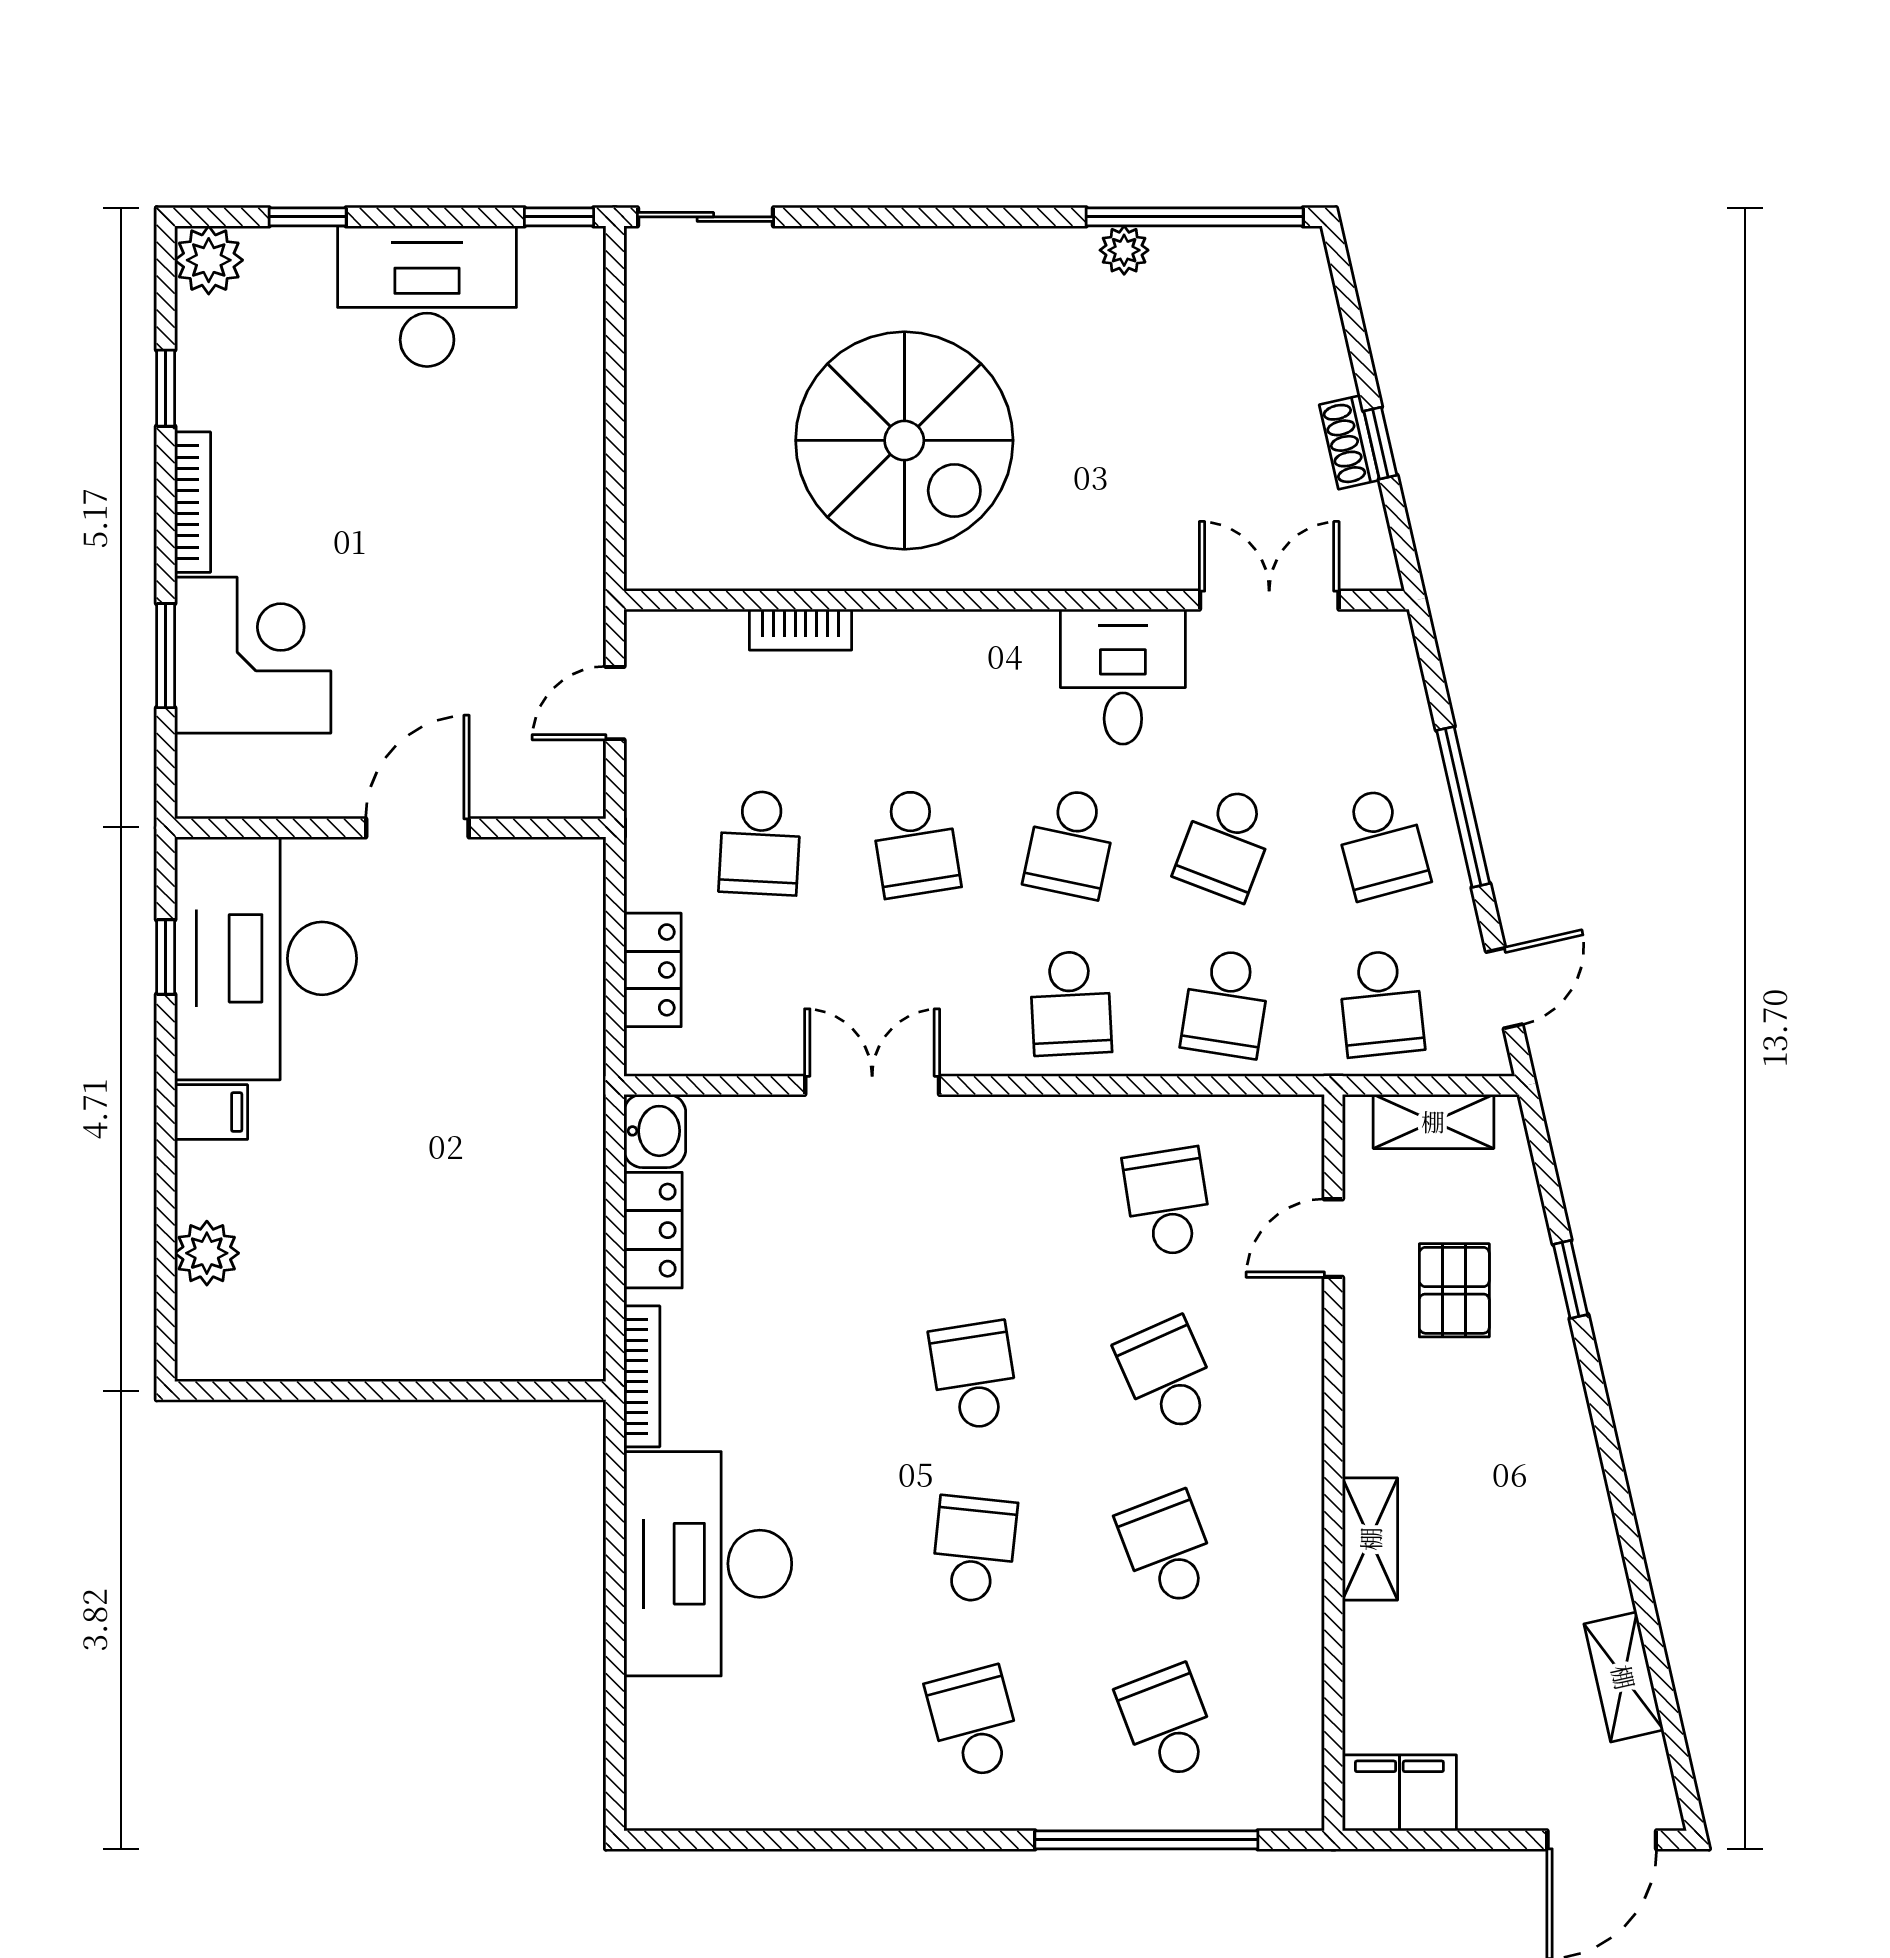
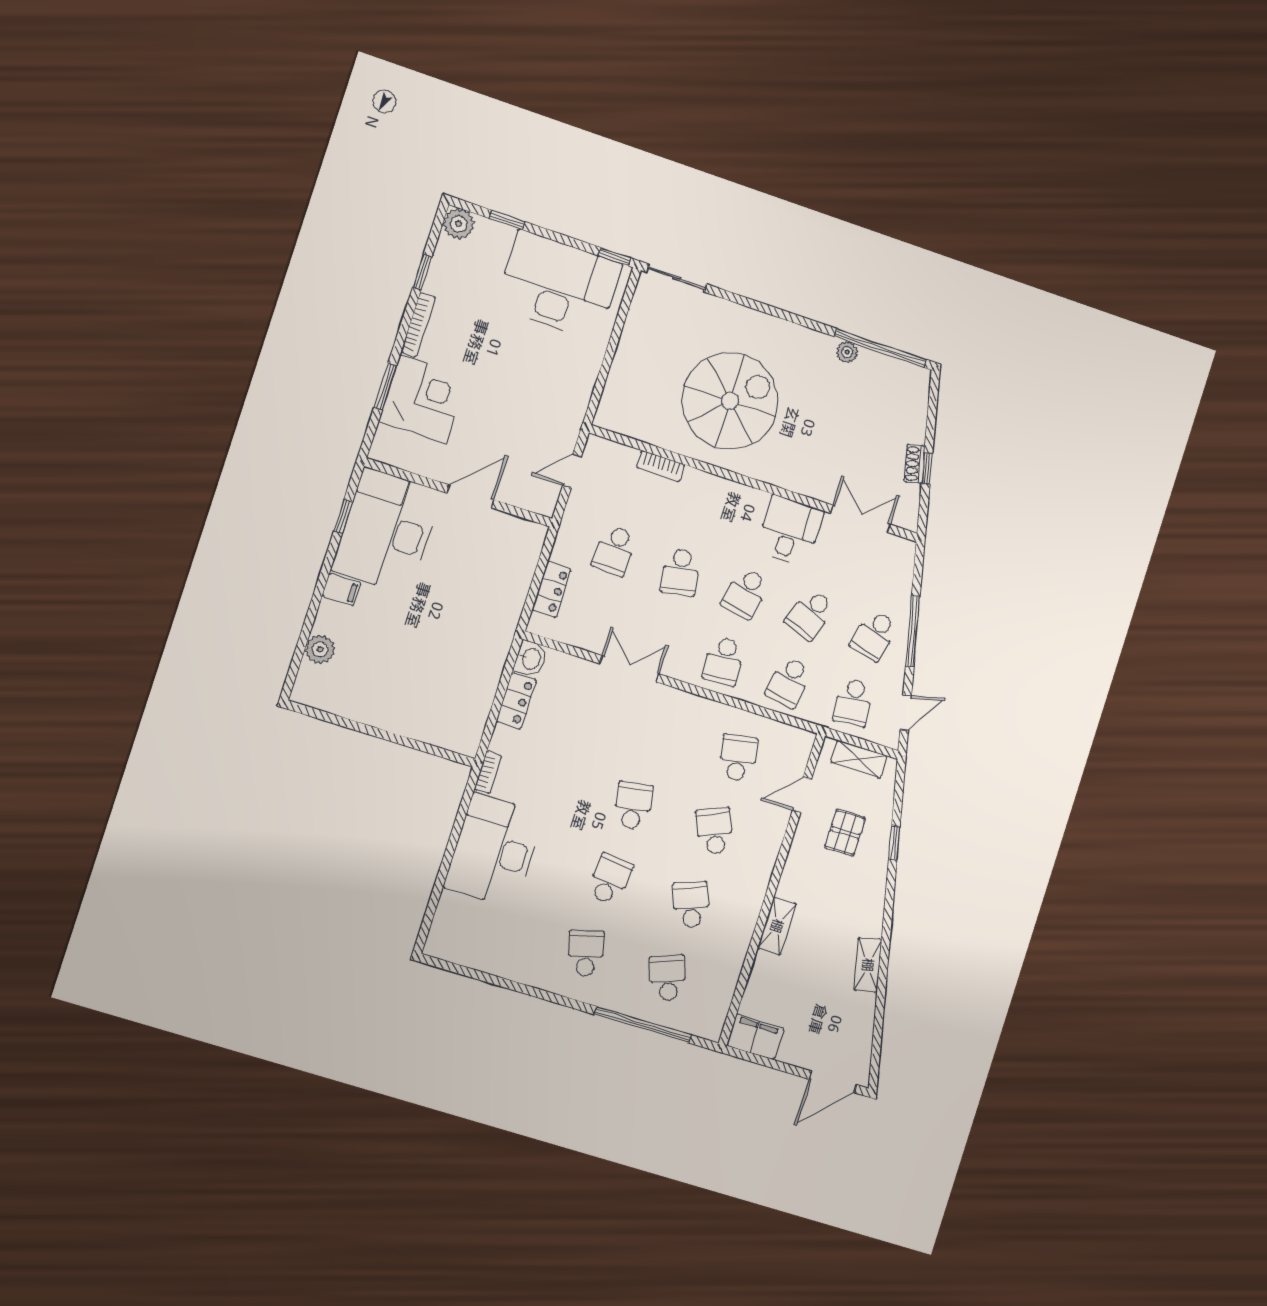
desk: (427, 296) -> (559, 285), width x1.36, depth x1.30
spiral stairs: (904, 440) -> (730, 401), turned -90
school desk: (1381, 843) -> (874, 635), turned 30
bookcase: (642, 1376) -> (488, 772), width x0.64
shelving: (1624, 1677) -> (868, 965), moved

